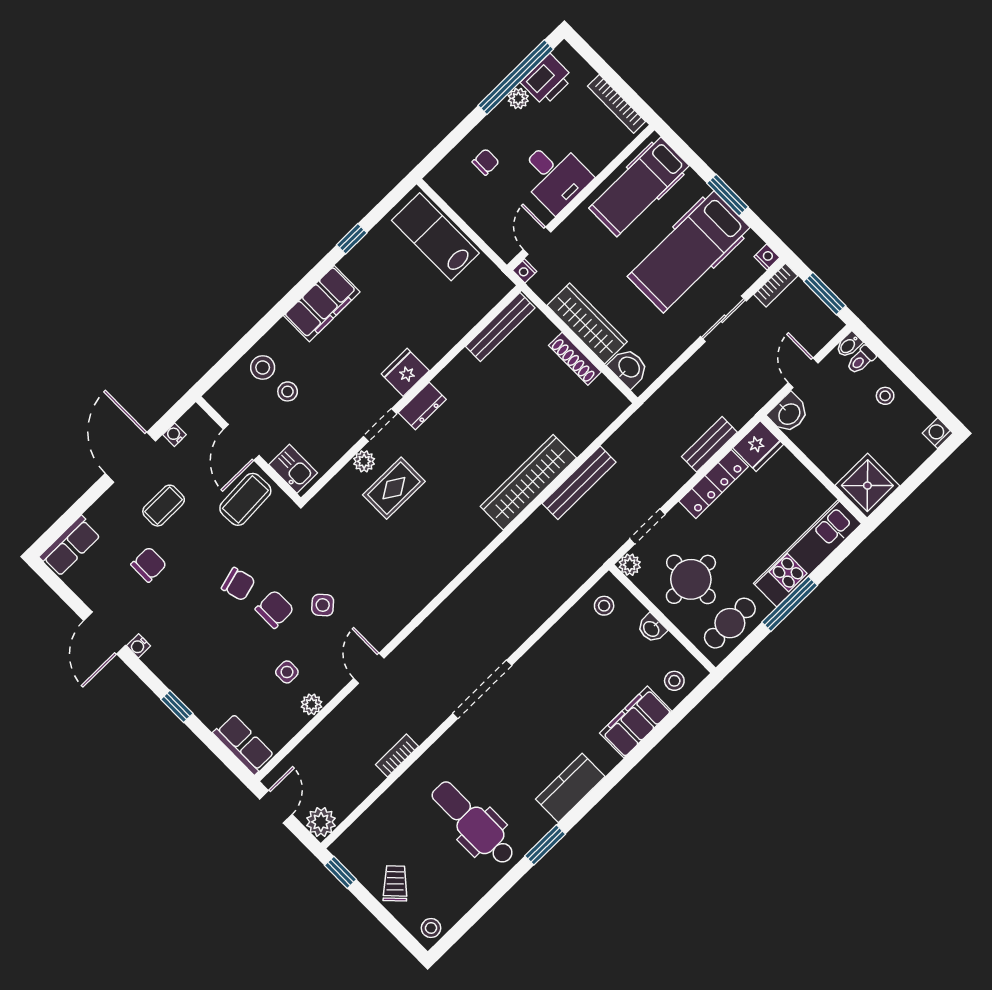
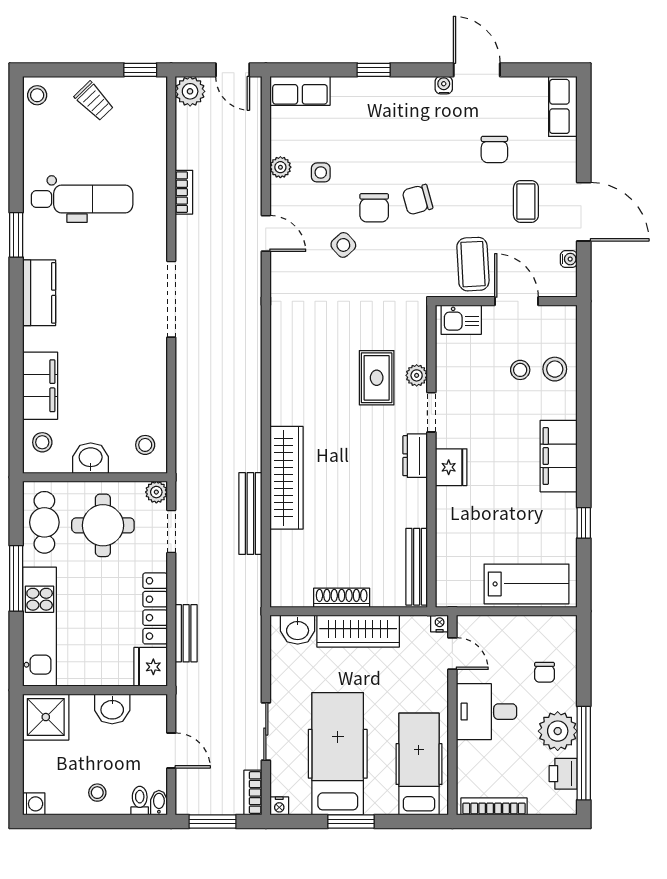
printer: (547, 80) -> (563, 774), width x0.73, depth x0.81
plant: (518, 98) -> (558, 731), width x1.88, depth x1.88
washbasin: (789, 413) -> (112, 709), moved, turned -90
washbasin: (652, 629) -> (91, 458), width x1.38, depth x1.45

